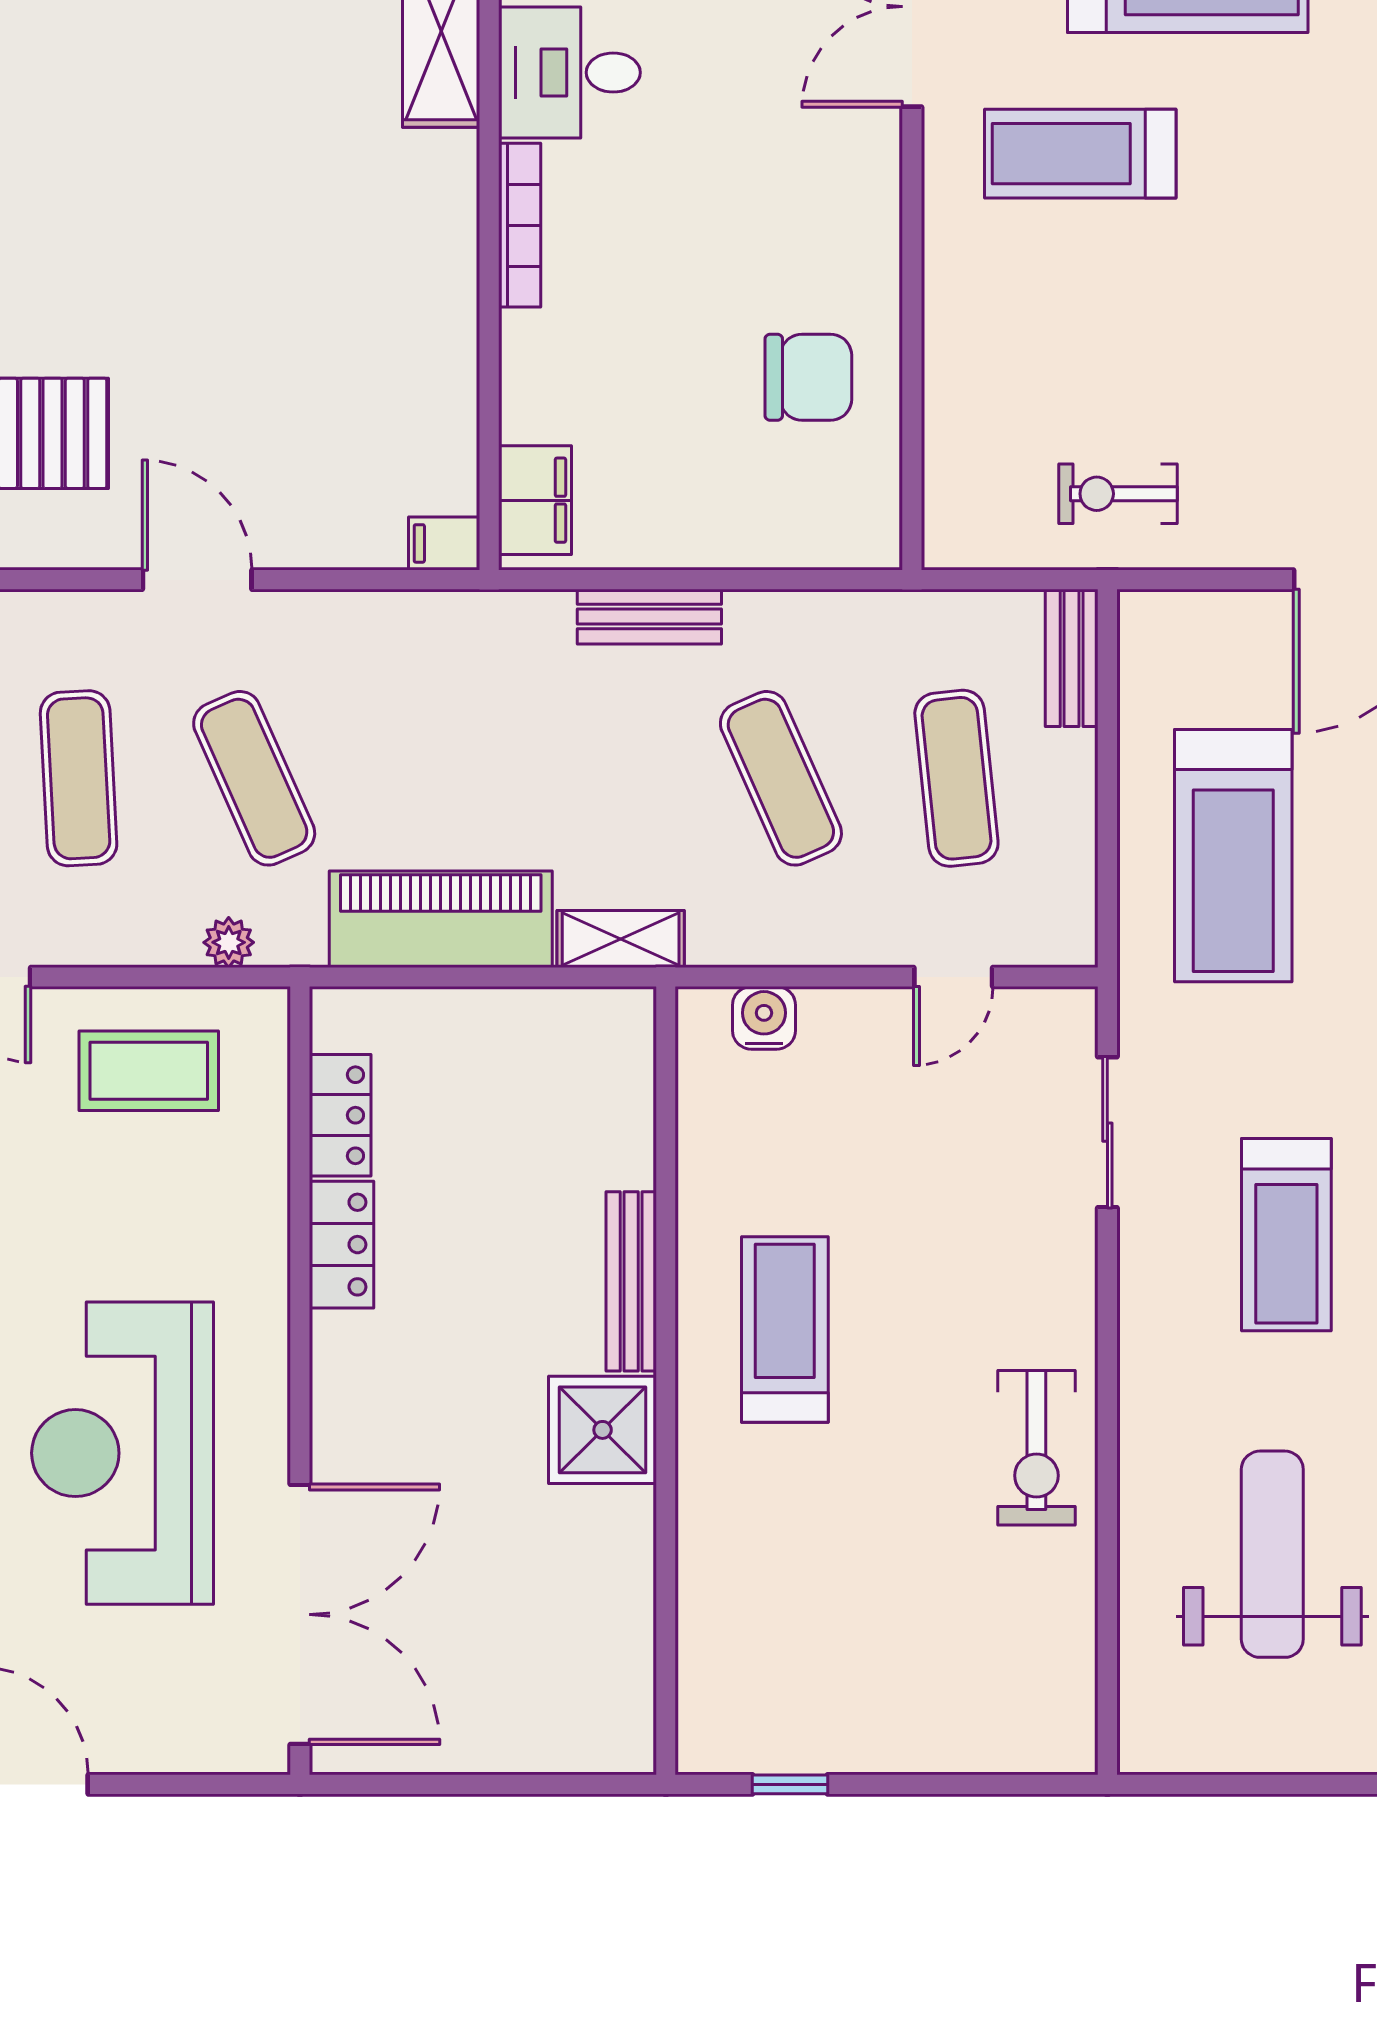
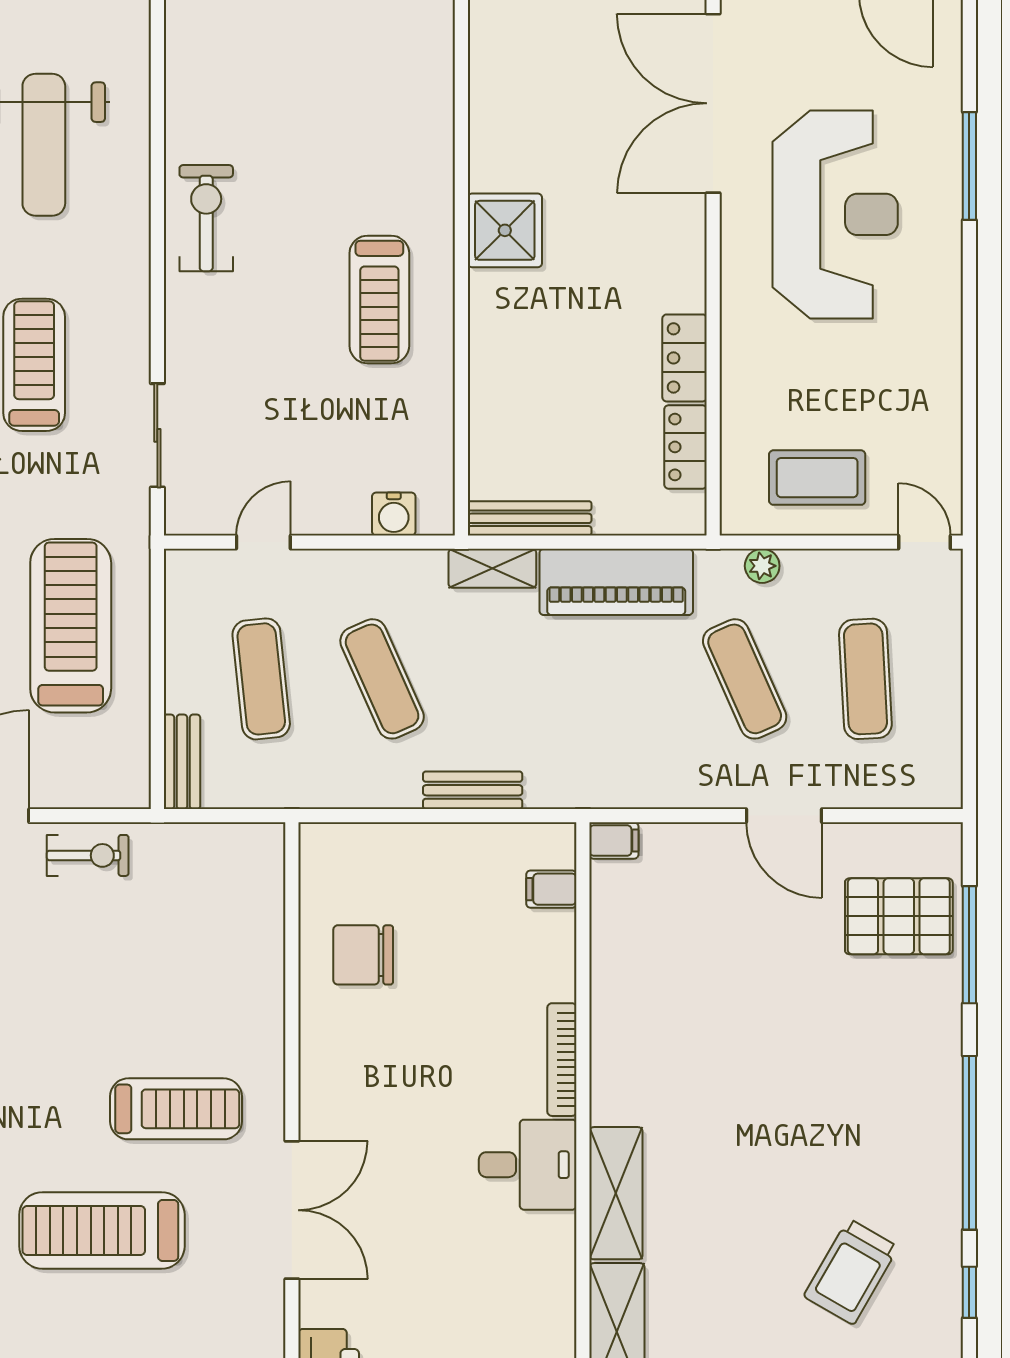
exercise bike: (1118, 494) -> (88, 855), moved
filing cabinet: (535, 500) -> (551, 889), width x0.50
bench: (631, 1281) -> (530, 518), moved, turned 90

